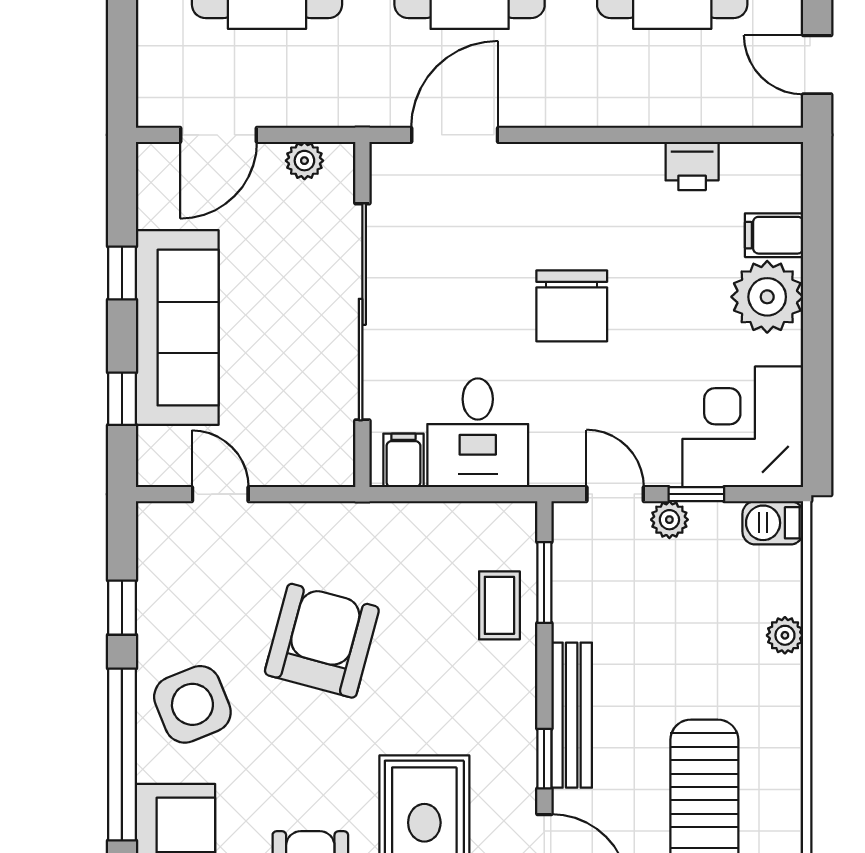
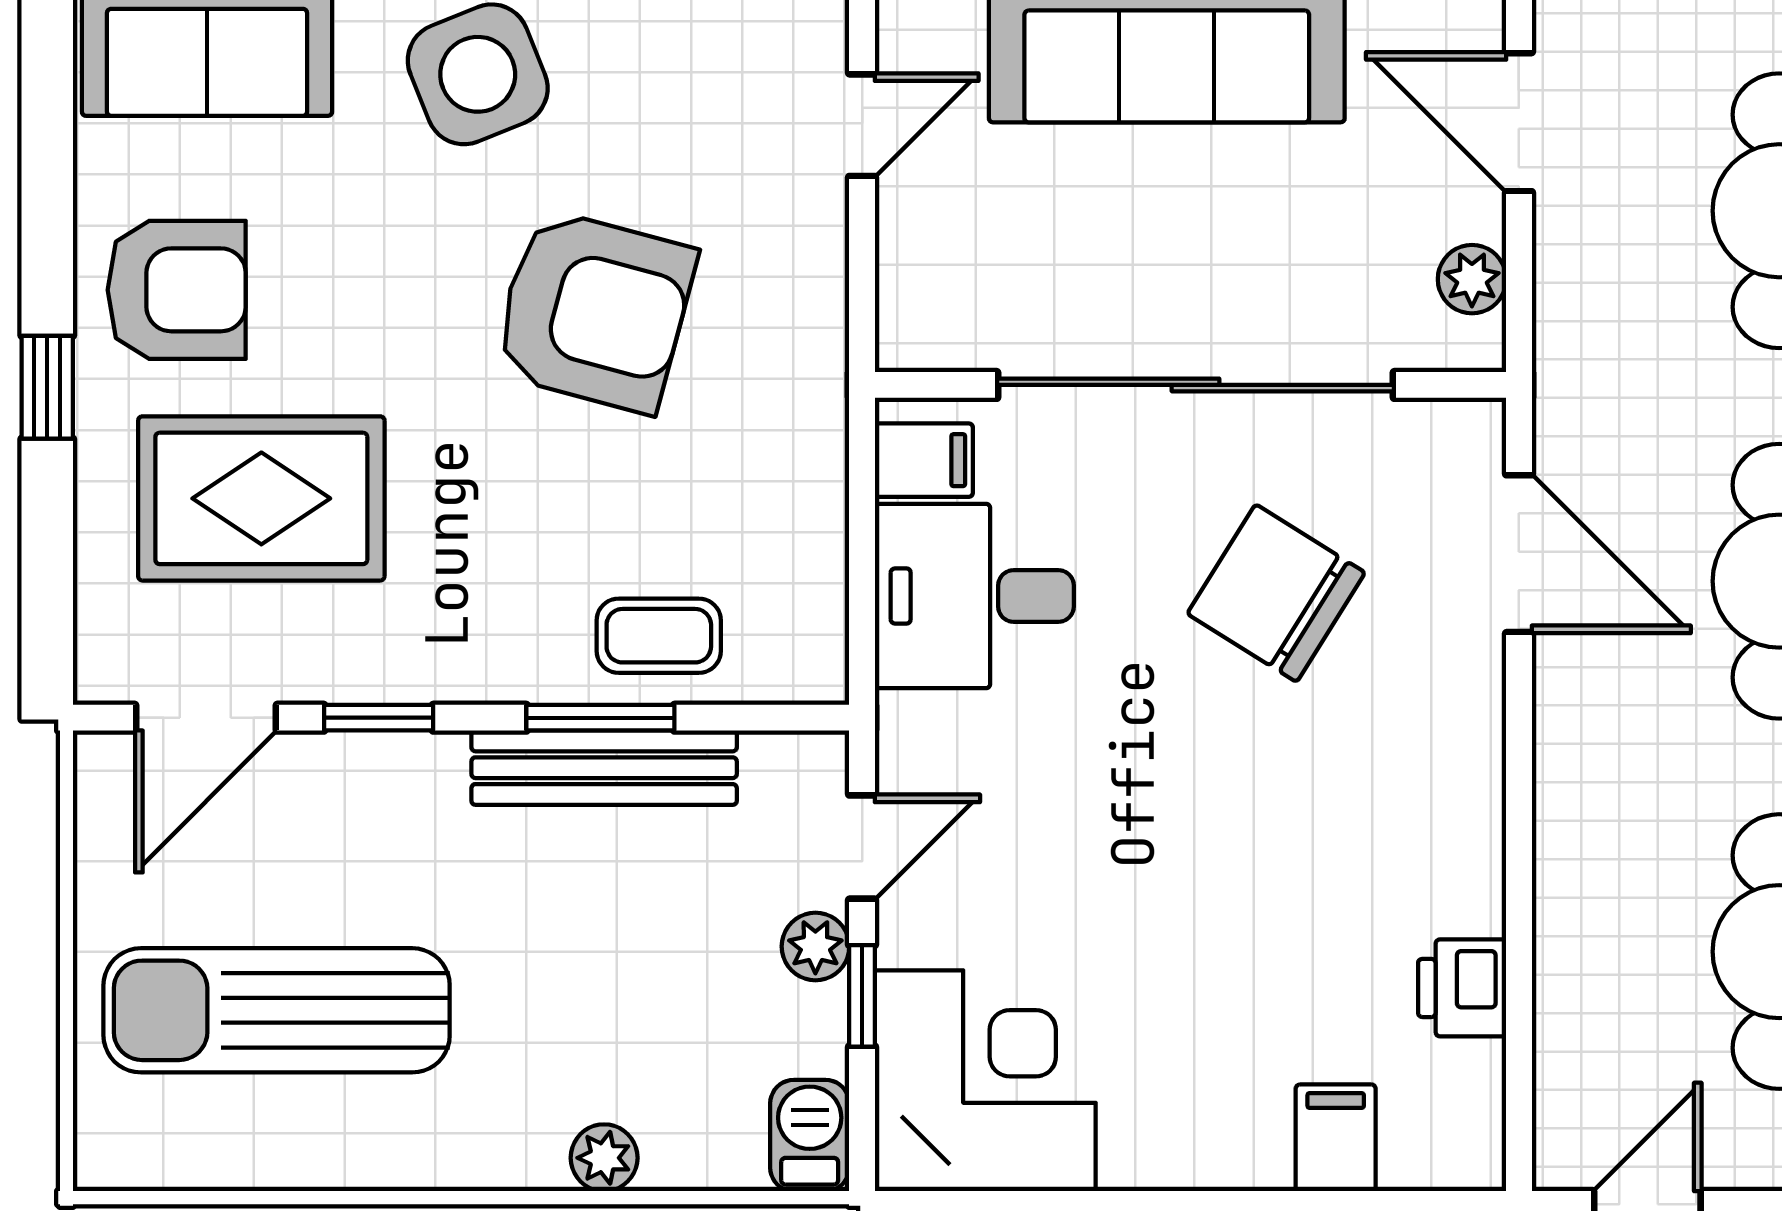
plant: (767, 297) -> (1223, 1125), removed
chair: (572, 306) -> (1276, 593), moved, turned 32
window: (544, 583) -> (600, 718), moved
bench: (572, 715) -> (604, 768), moved

